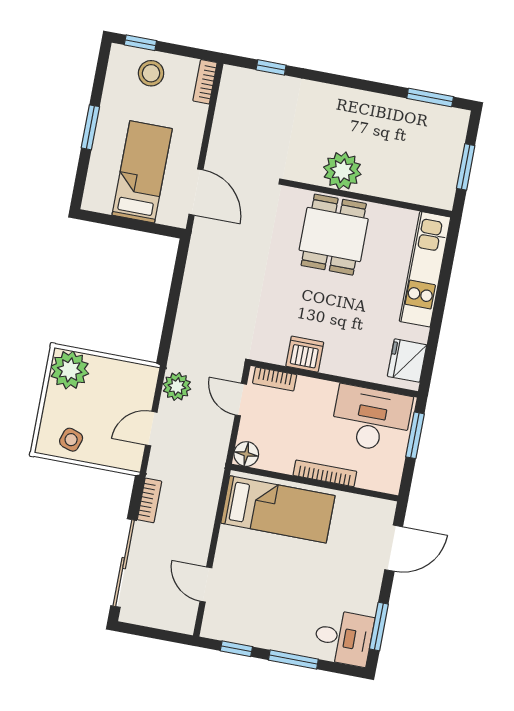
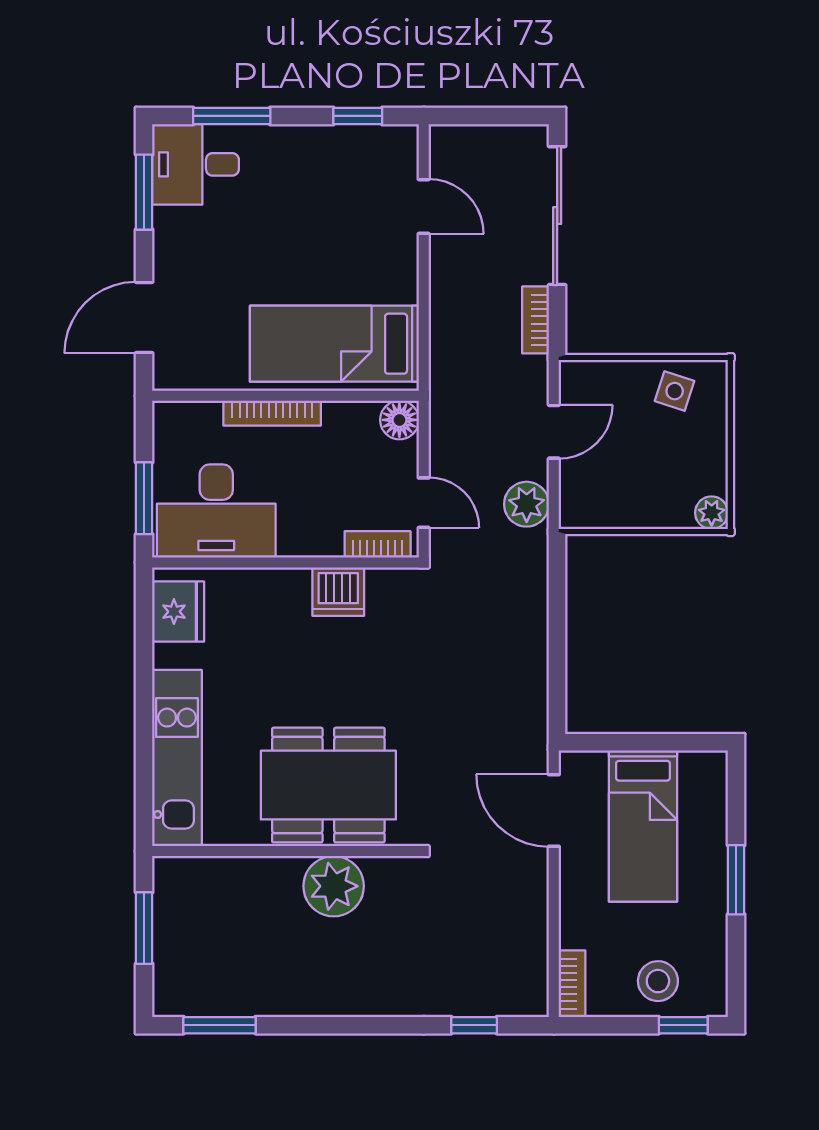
dining table: (334, 235) -> (328, 785), width x1.37
plant: (70, 370) -> (712, 513), width x0.53, depth x0.53
window: (293, 660) -> (232, 116), moved

